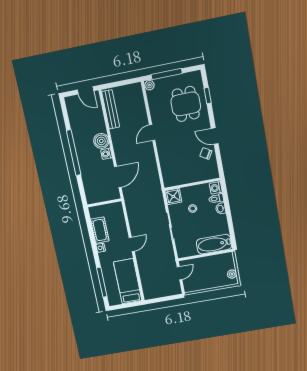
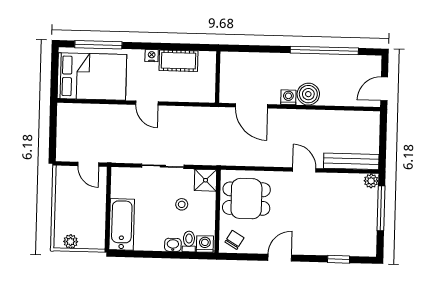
dining table: (186, 104) -> (246, 199), moved
bench: (111, 109) -> (351, 161), moved
window: (74, 153) -> (324, 51), moved
chair: (206, 154) -> (234, 240), moved
bed: (128, 281) -> (92, 77), width x1.50

